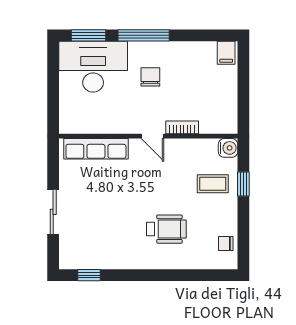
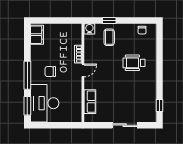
filing cabinet: (226, 53) -> (37, 35), width x2.00
row of seats: (96, 149) -> (90, 102), width x0.68
wheelchair: (166, 229) -> (134, 63), turned -90

